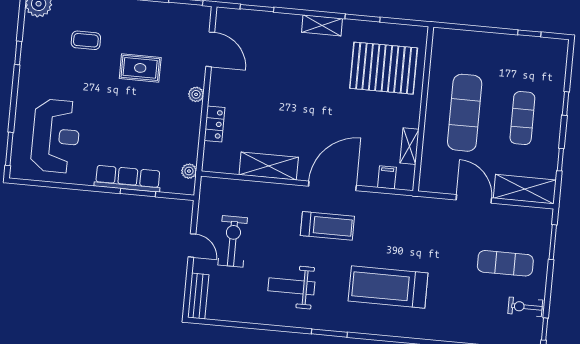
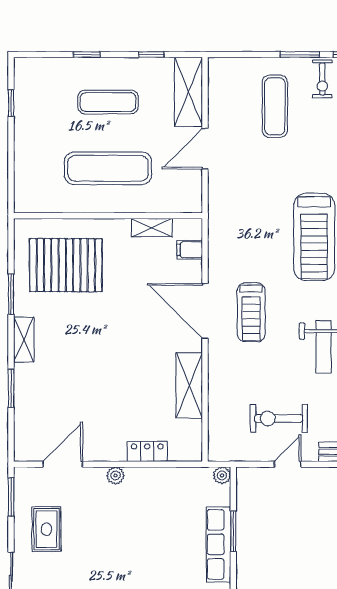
window: (257, 8) -> (11, 388), moved
rug: (140, 68) -> (46, 529), moved
pallet: (384, 68) -> (66, 265), turned 90
plant: (189, 171) -> (222, 475), moved
treadmill: (327, 226) -> (251, 312), turned 180
window: (553, 242) -> (300, 55), moved

